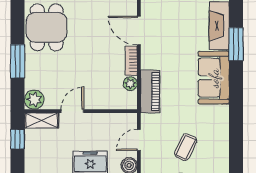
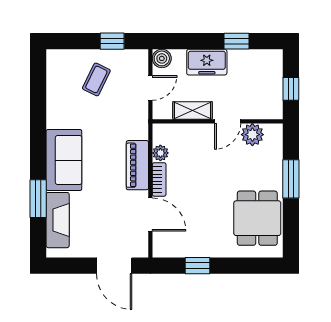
piano: (150, 91) -> (137, 165), moved
plant: (34, 100) -> (252, 135), moved
shelving: (42, 120) -> (193, 110), moved

